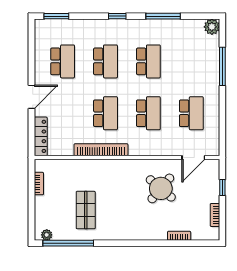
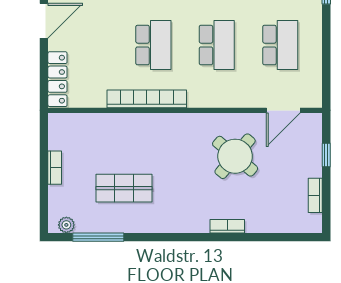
bookcase: (39, 184) -> (55, 168), moved
shop shelf: (86, 210) -> (124, 188), turned 90
bookcase: (179, 236) -> (227, 226), moved
window: (68, 243) -> (98, 237), width x0.68

